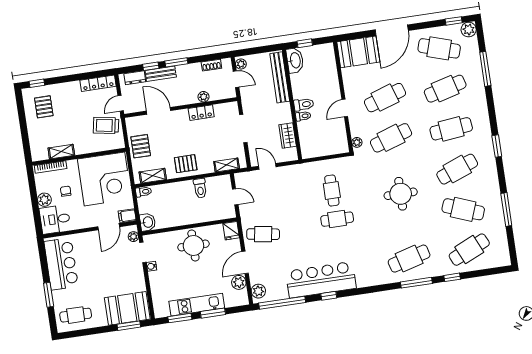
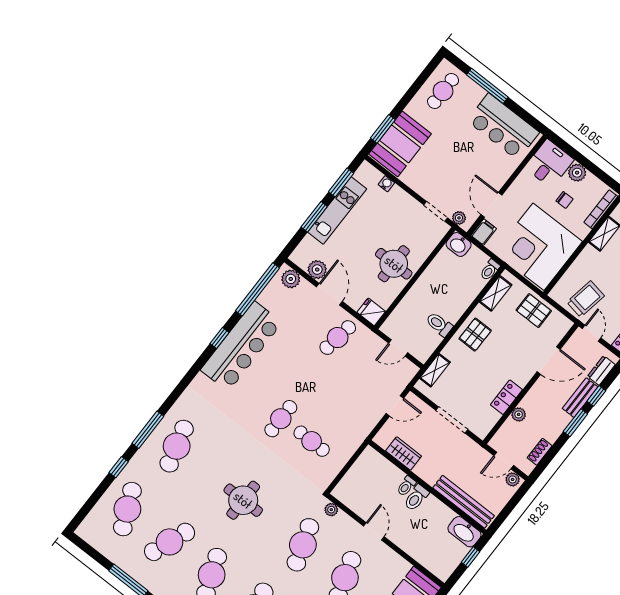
water cooler: (151, 266) -> (386, 184), moved
window: (49, 295) -> (487, 86), width x1.44

